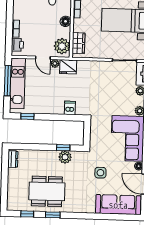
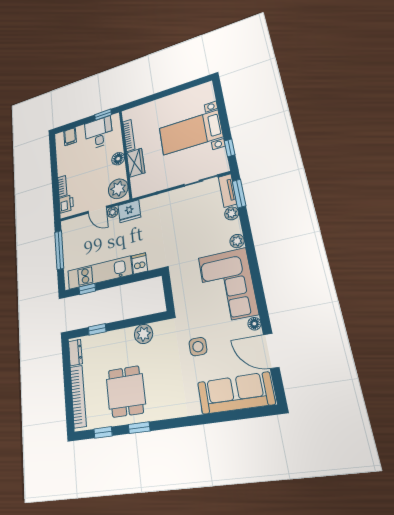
wardrobe: (78, 43) -> (136, 163), moved
kitchen unit: (18, 83) -> (99, 273), moved, turned -90
window: (63, 148) -> (97, 329), moved
bookcase: (12, 189) -> (78, 396), added
dining table: (47, 191) -> (126, 391), width x0.73

